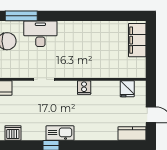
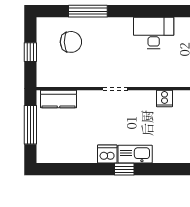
desk: (40, 34) -> (154, 33), moved
dishwasher: (13, 133) -> (107, 154), moved

